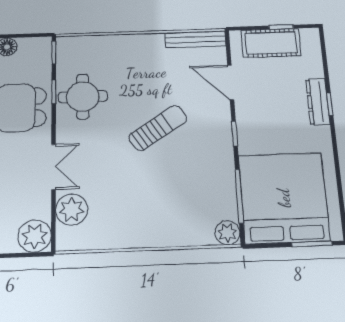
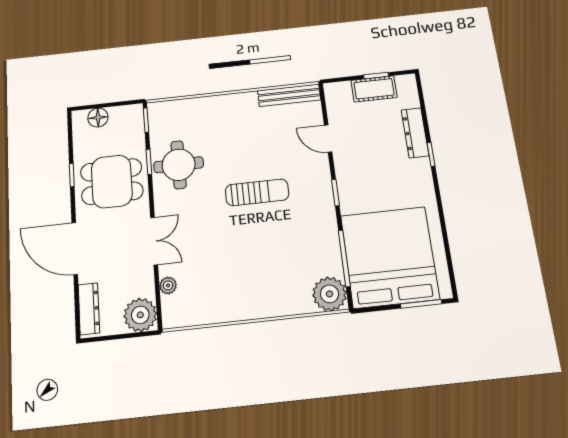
cot: (271, 43) -> (374, 89), width x0.73, depth x0.75
door: (231, 82) -> (328, 139), width x0.73
dresser: (318, 102) -> (415, 133), moved
sun lounger: (158, 128) -> (257, 192), turned 33
plant: (72, 210) -> (168, 285), width x0.53, depth x0.53
plant: (227, 233) -> (330, 294), width x1.36, depth x1.36

